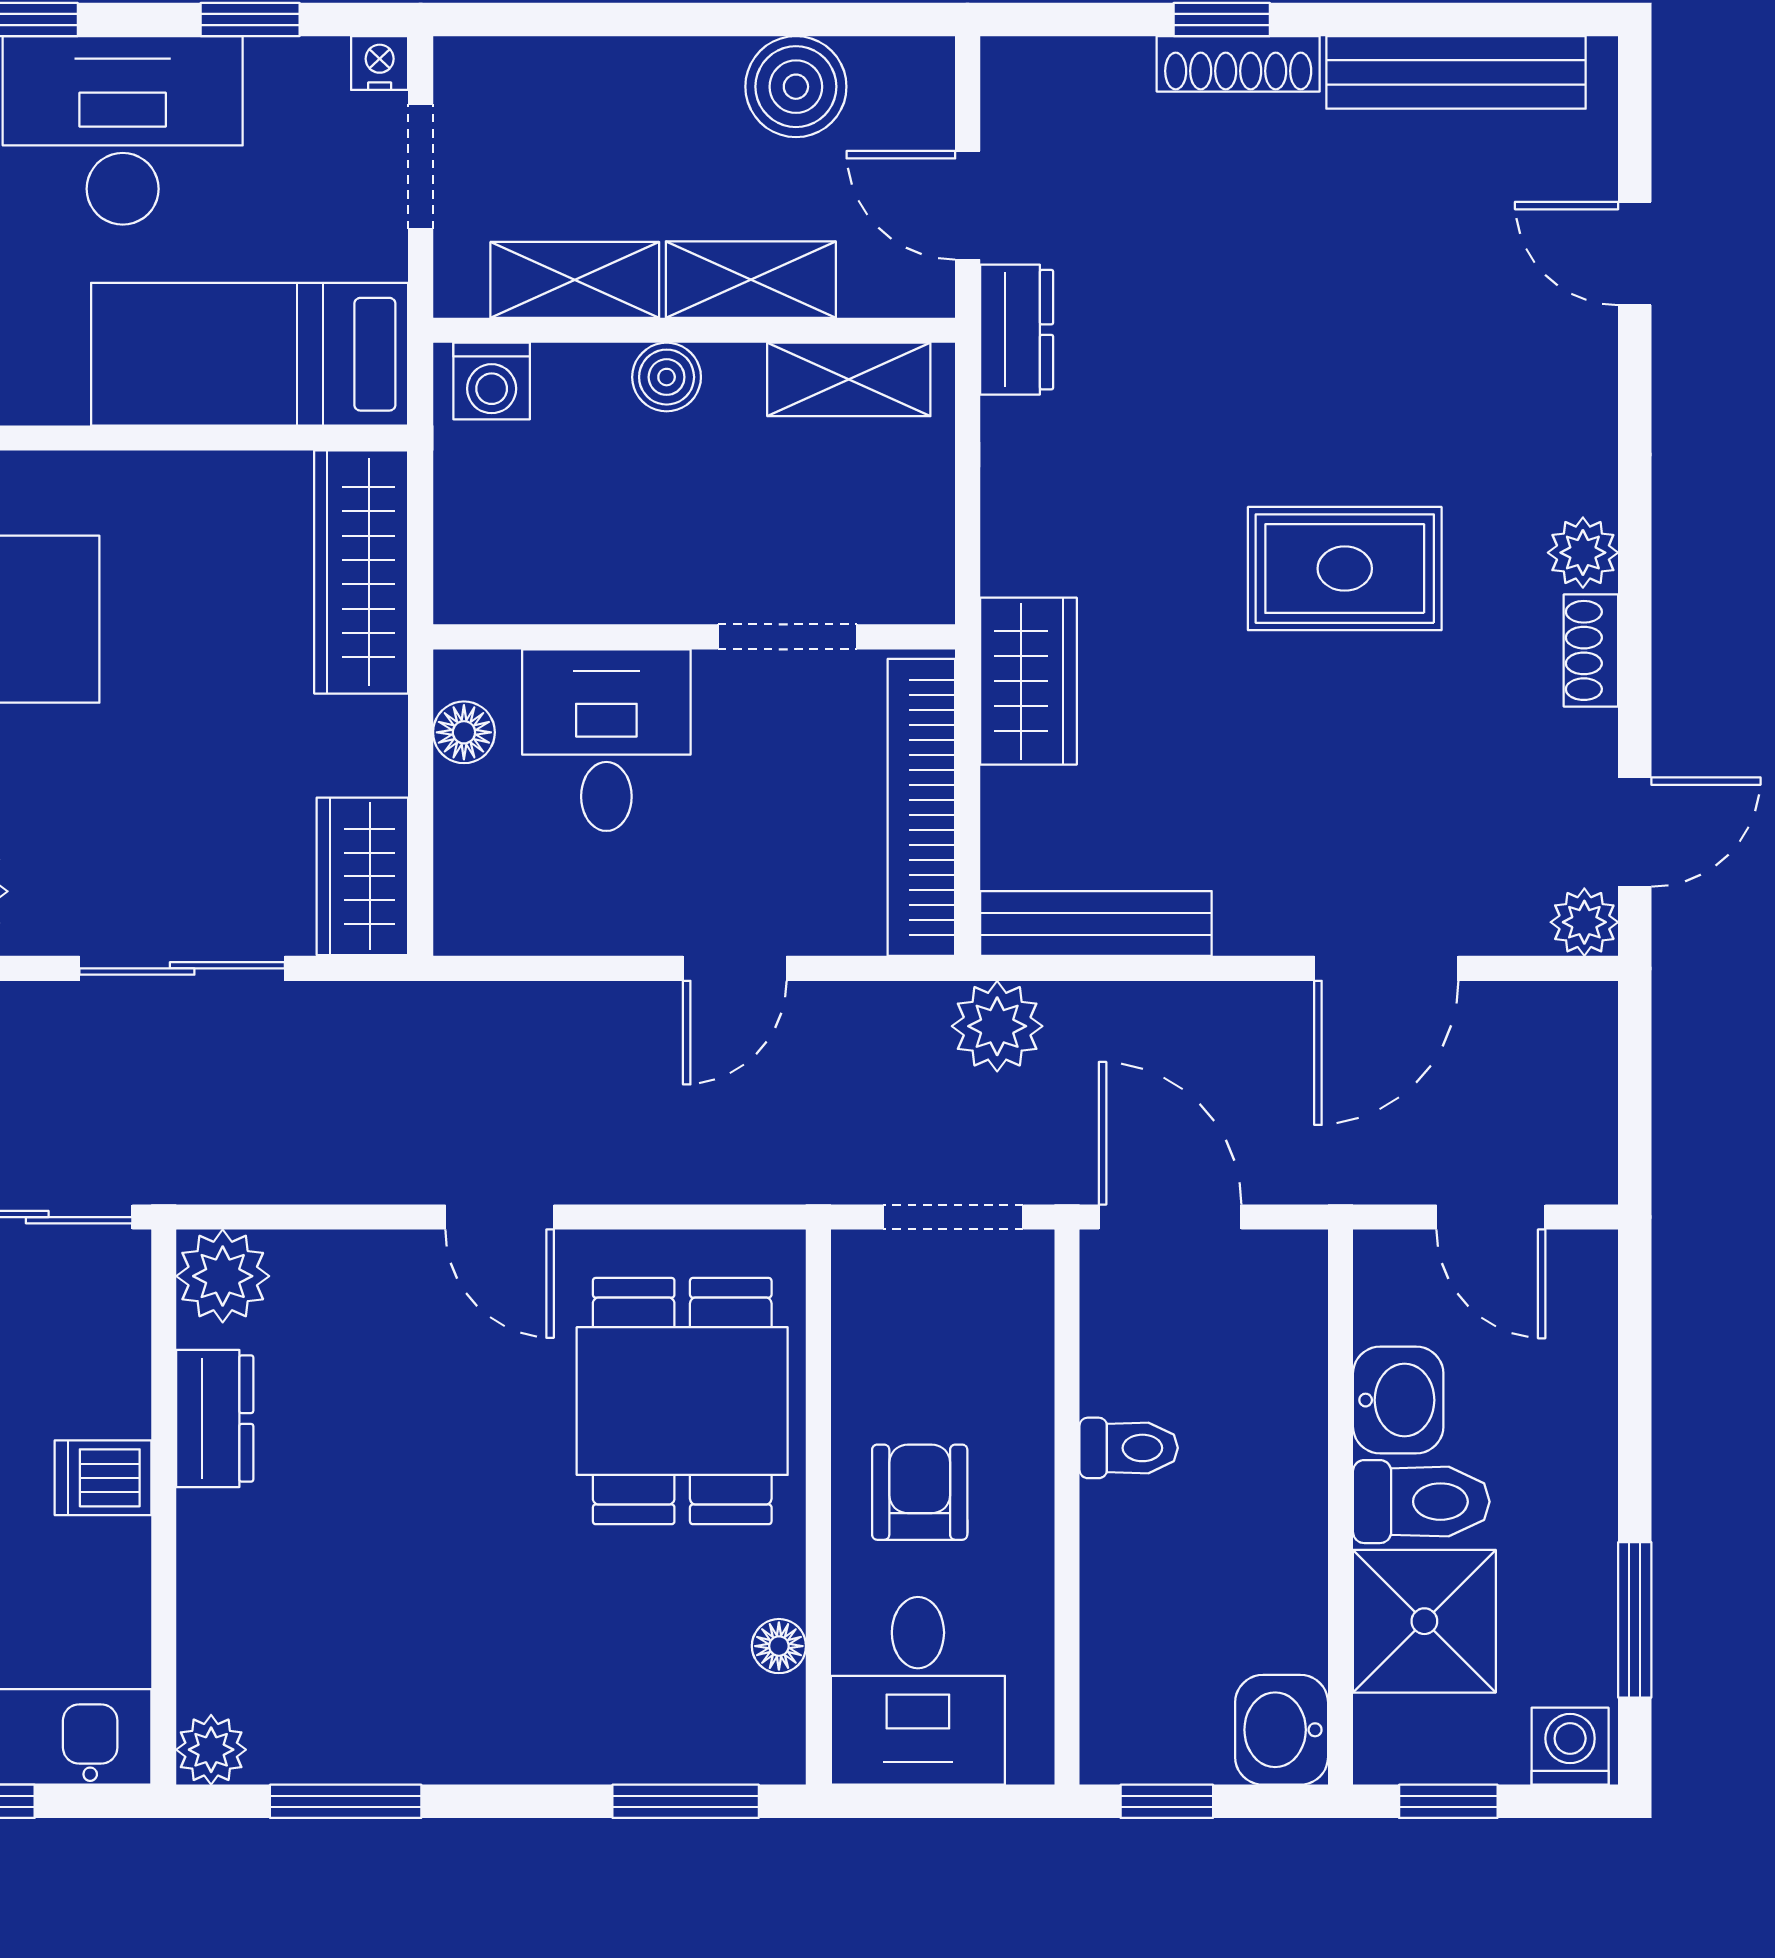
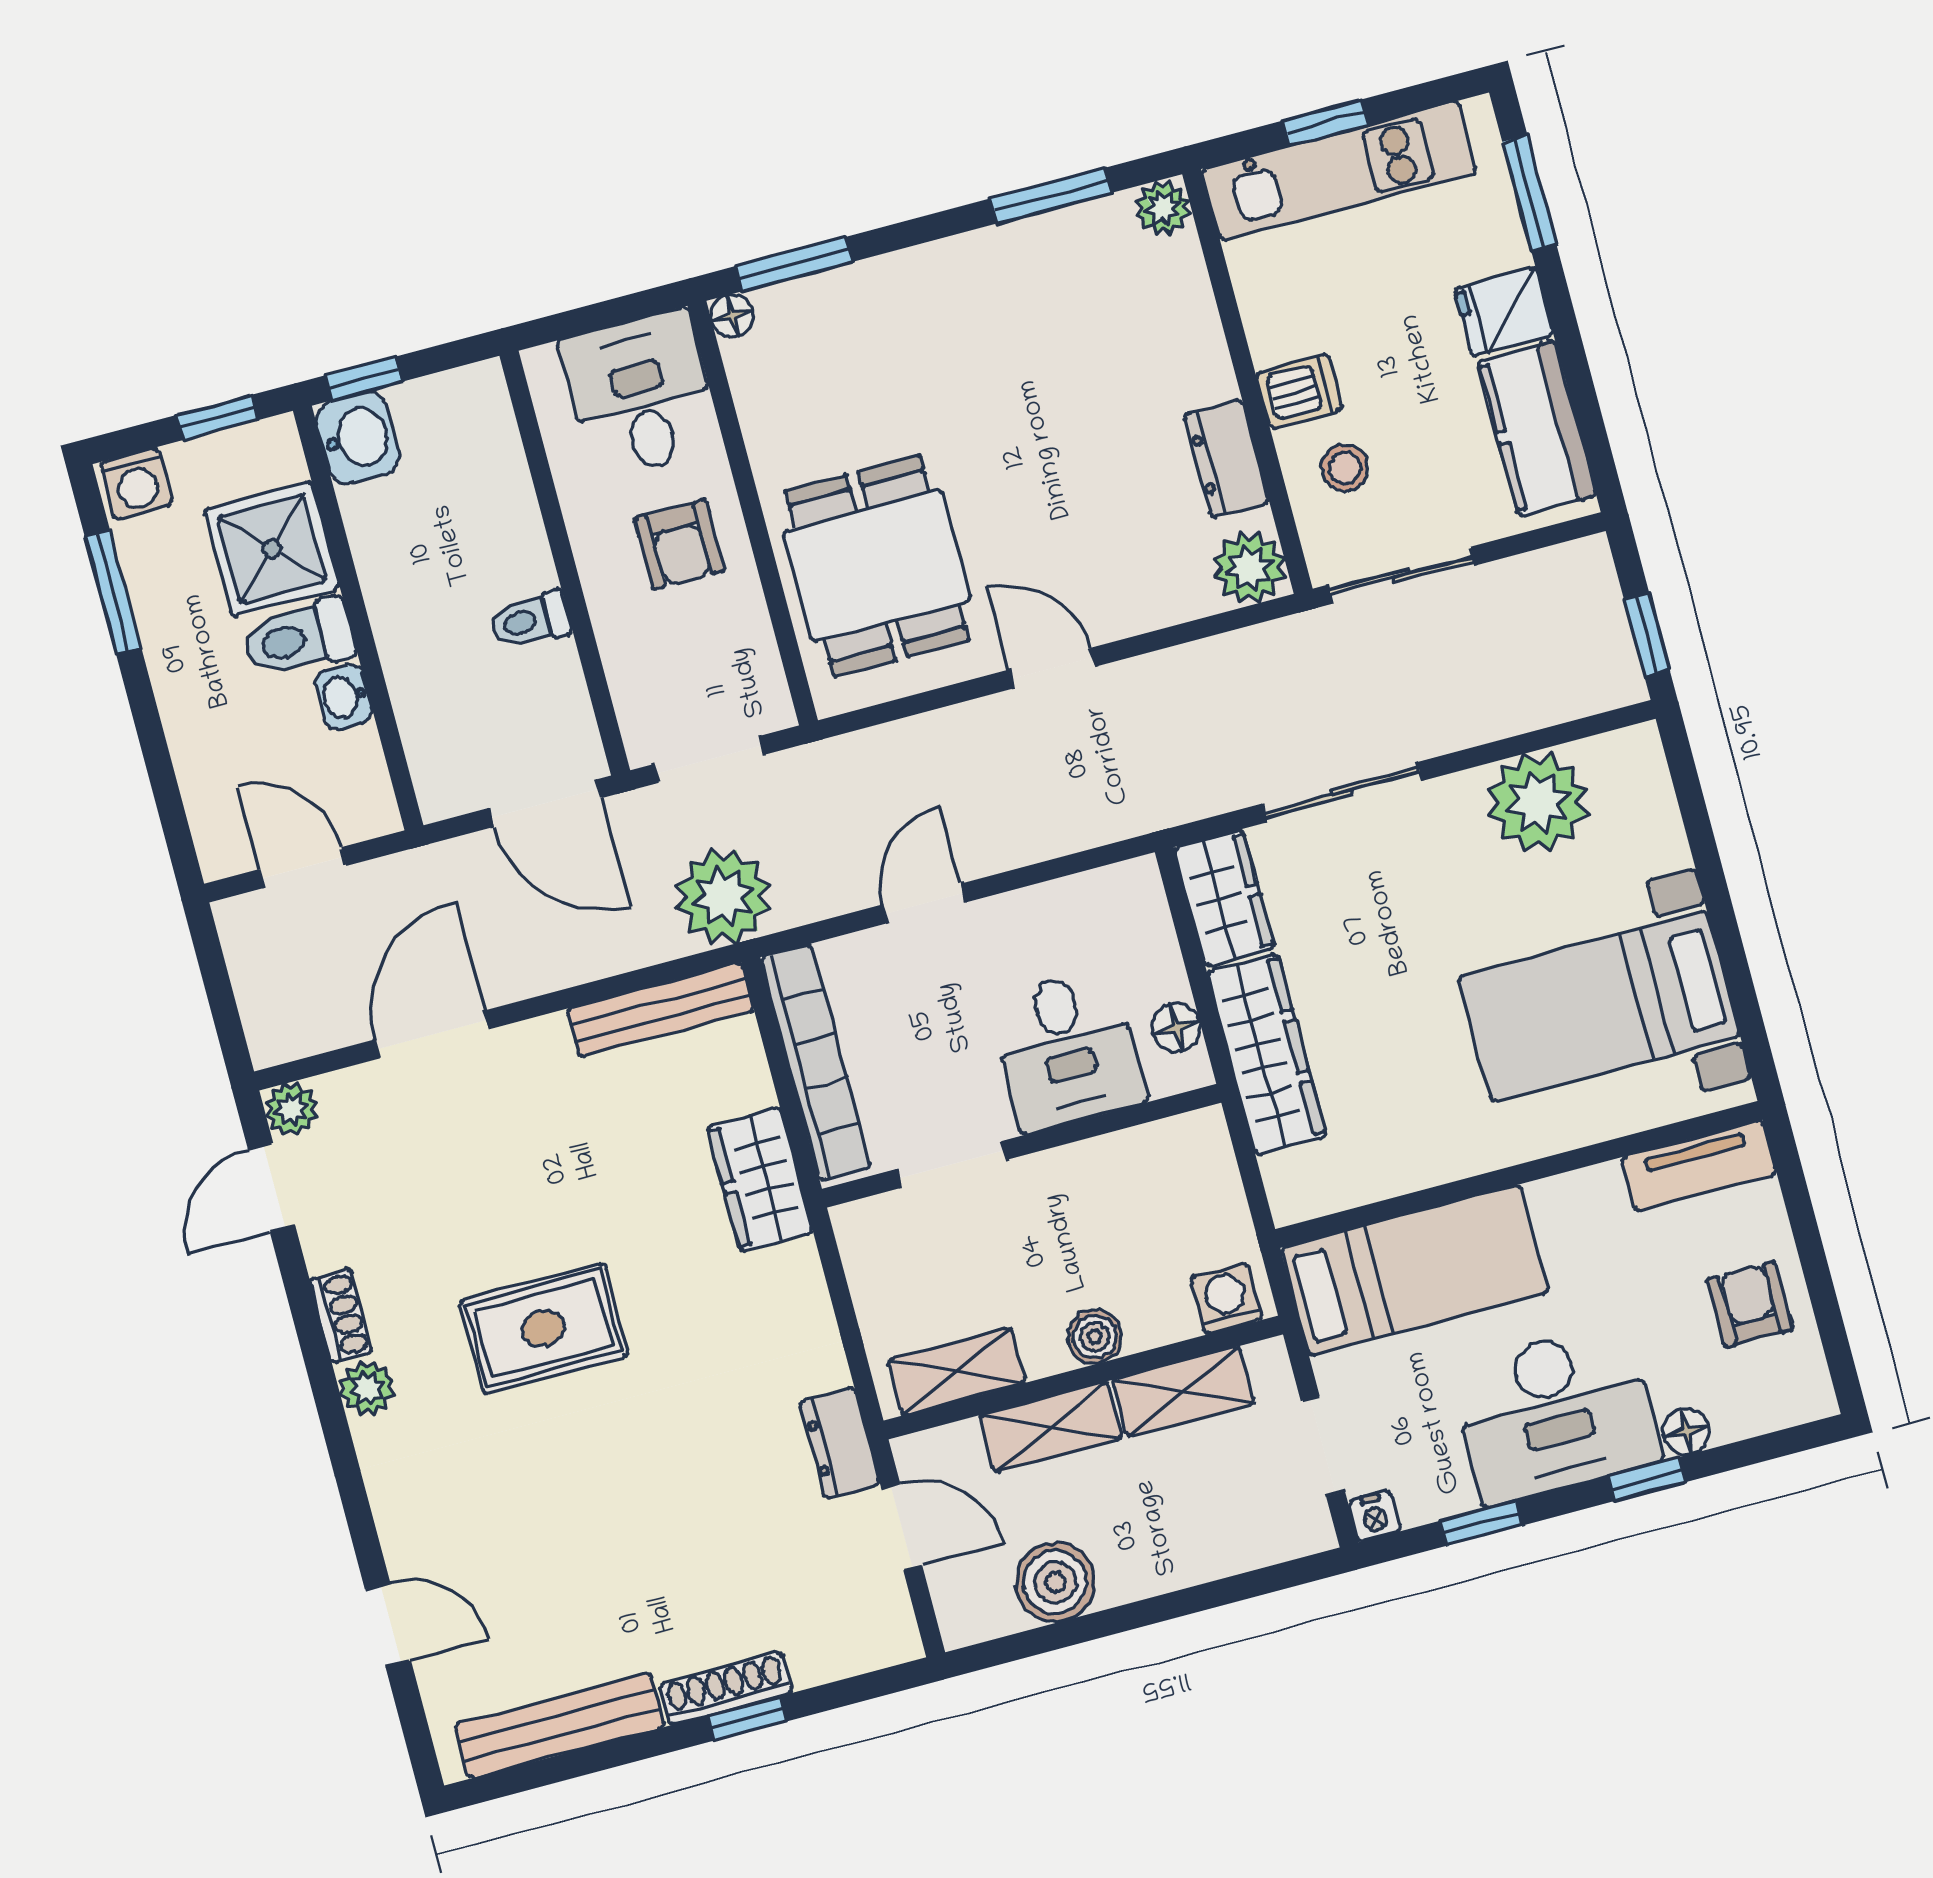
wardrobe: (361, 572) -> (1267, 1054), moved
plant: (997, 1026) -> (723, 897), width x1.36, depth x1.36
stool: (72, 1368) -> (1345, 468), added
washbasin: (1398, 1400) -> (344, 697), width x0.72, depth x0.69
floor lamp: (779, 1646) -> (732, 316), moved
window: (1167, 1801) -> (363, 379), moved

